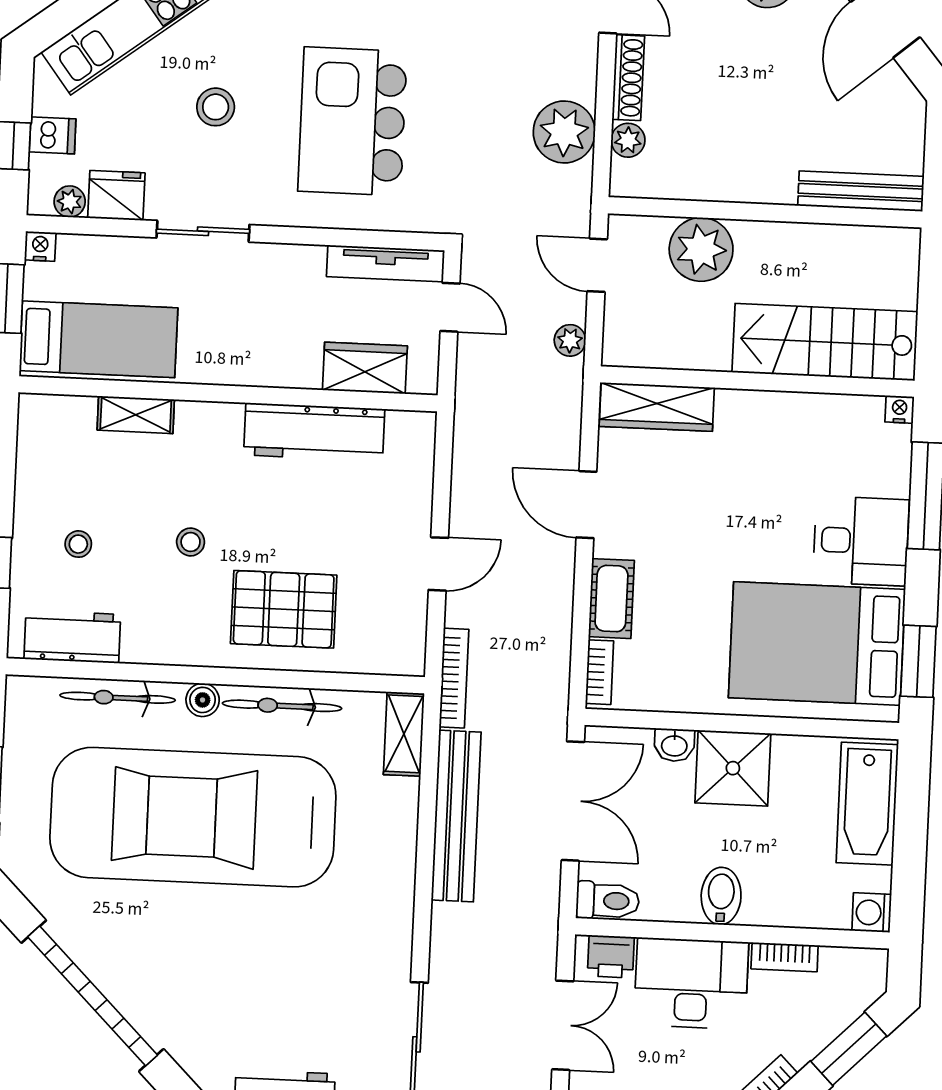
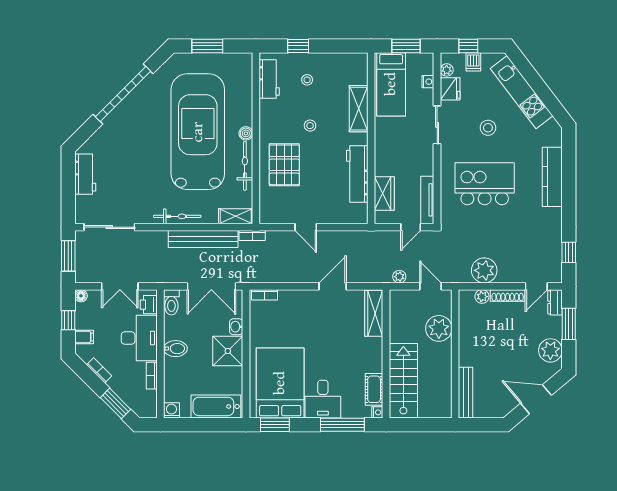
nightstand: (40, 246) -> (428, 82), moved
door: (597, 265) -> (430, 286), hinge flipped
shelving: (136, 415) -> (359, 109), width x1.50, depth x1.33
cot: (611, 599) -> (374, 389), moved, turned 90
bookcase: (454, 678) -> (252, 236), width x0.64
bicycle: (118, 698) -> (177, 216), moved, turned 90

